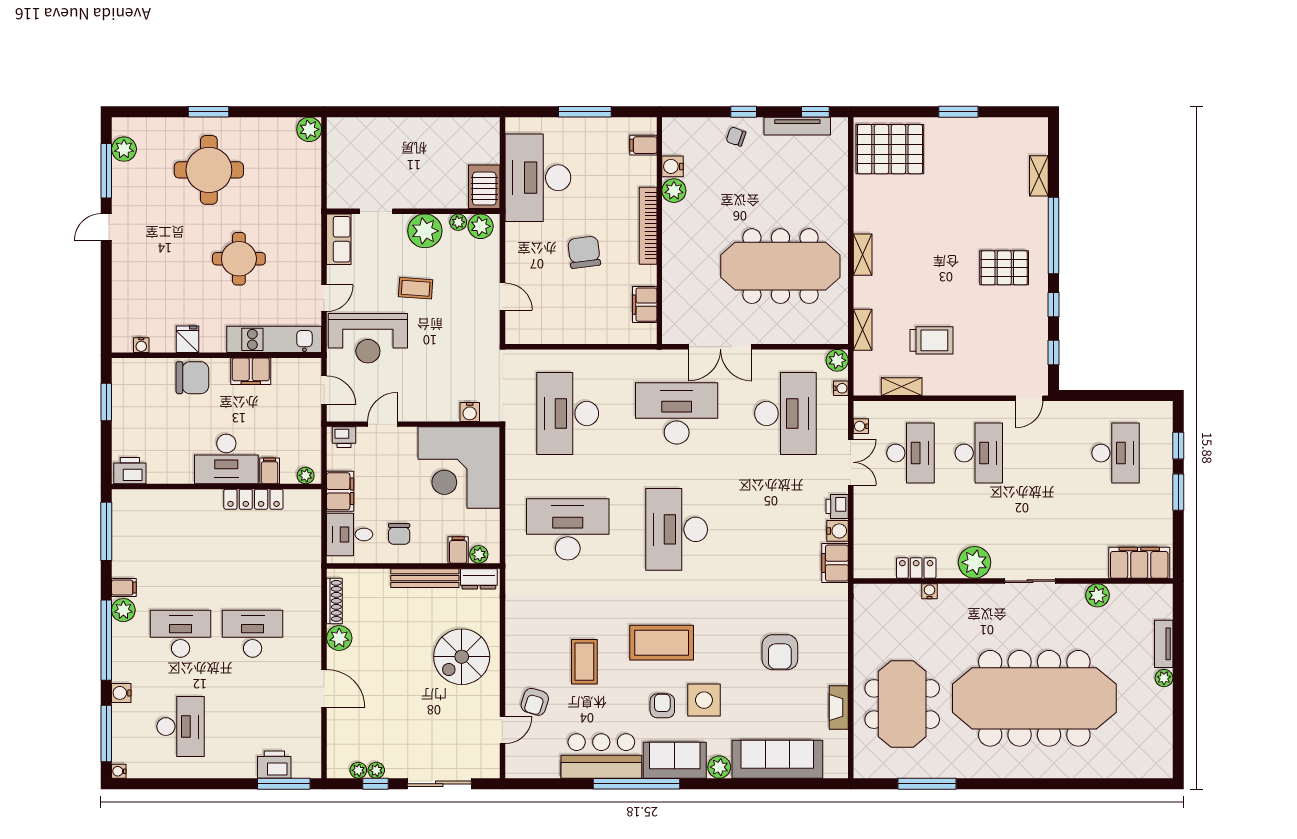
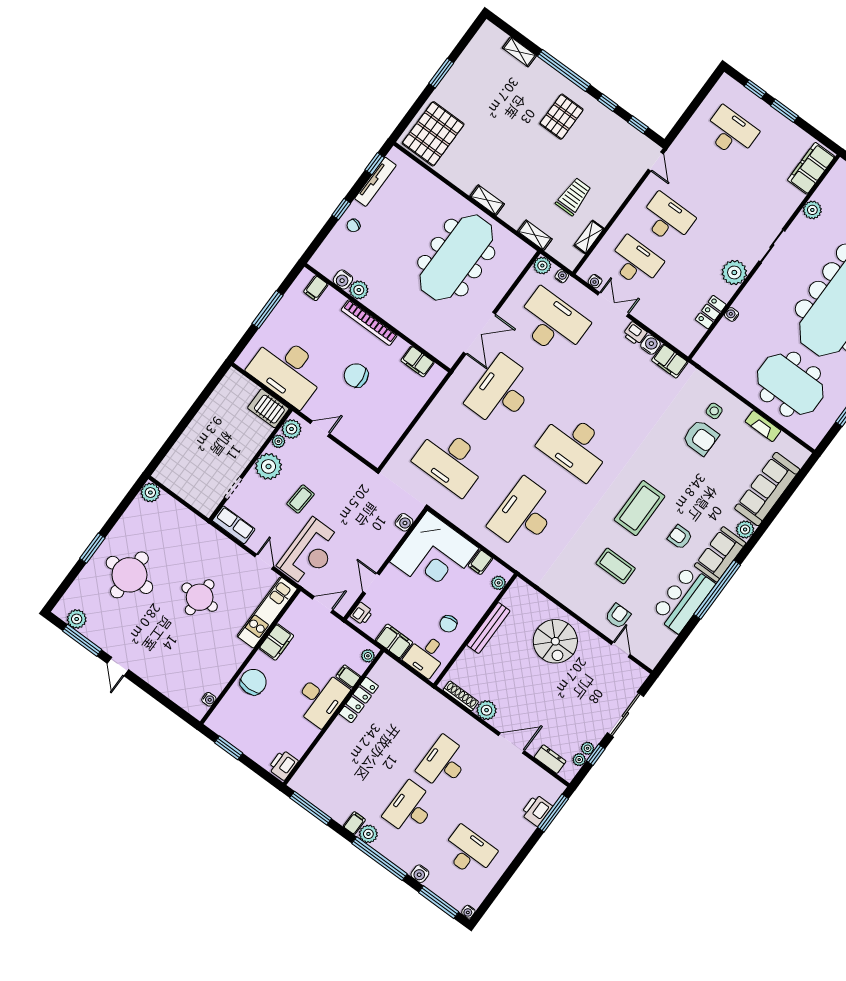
door: (502, 297) -> (320, 429), moved
fridge: (188, 339) -> (227, 667), removed
chair: (399, 534) -> (448, 624), turned 78
filing cabinet: (458, 550) -> (480, 562), moved, turned -90
dresser: (479, 579) -> (550, 759), moved, turned -90
side table: (704, 700) -> (714, 411), moved, width x0.54, depth x0.54
armchair: (535, 702) -> (618, 616), turned -107

